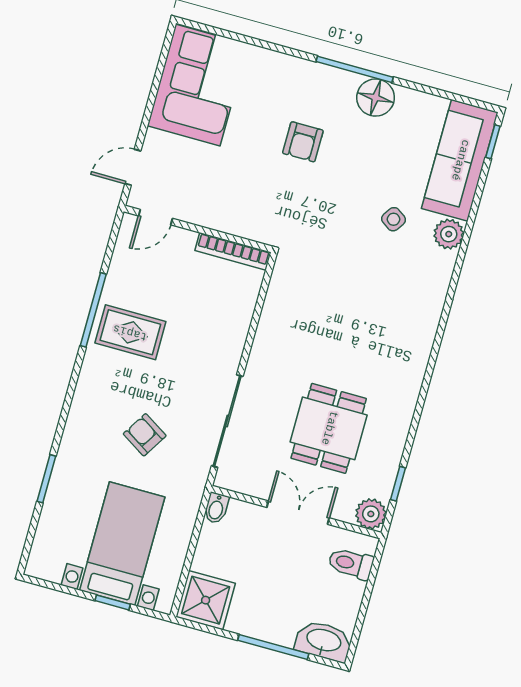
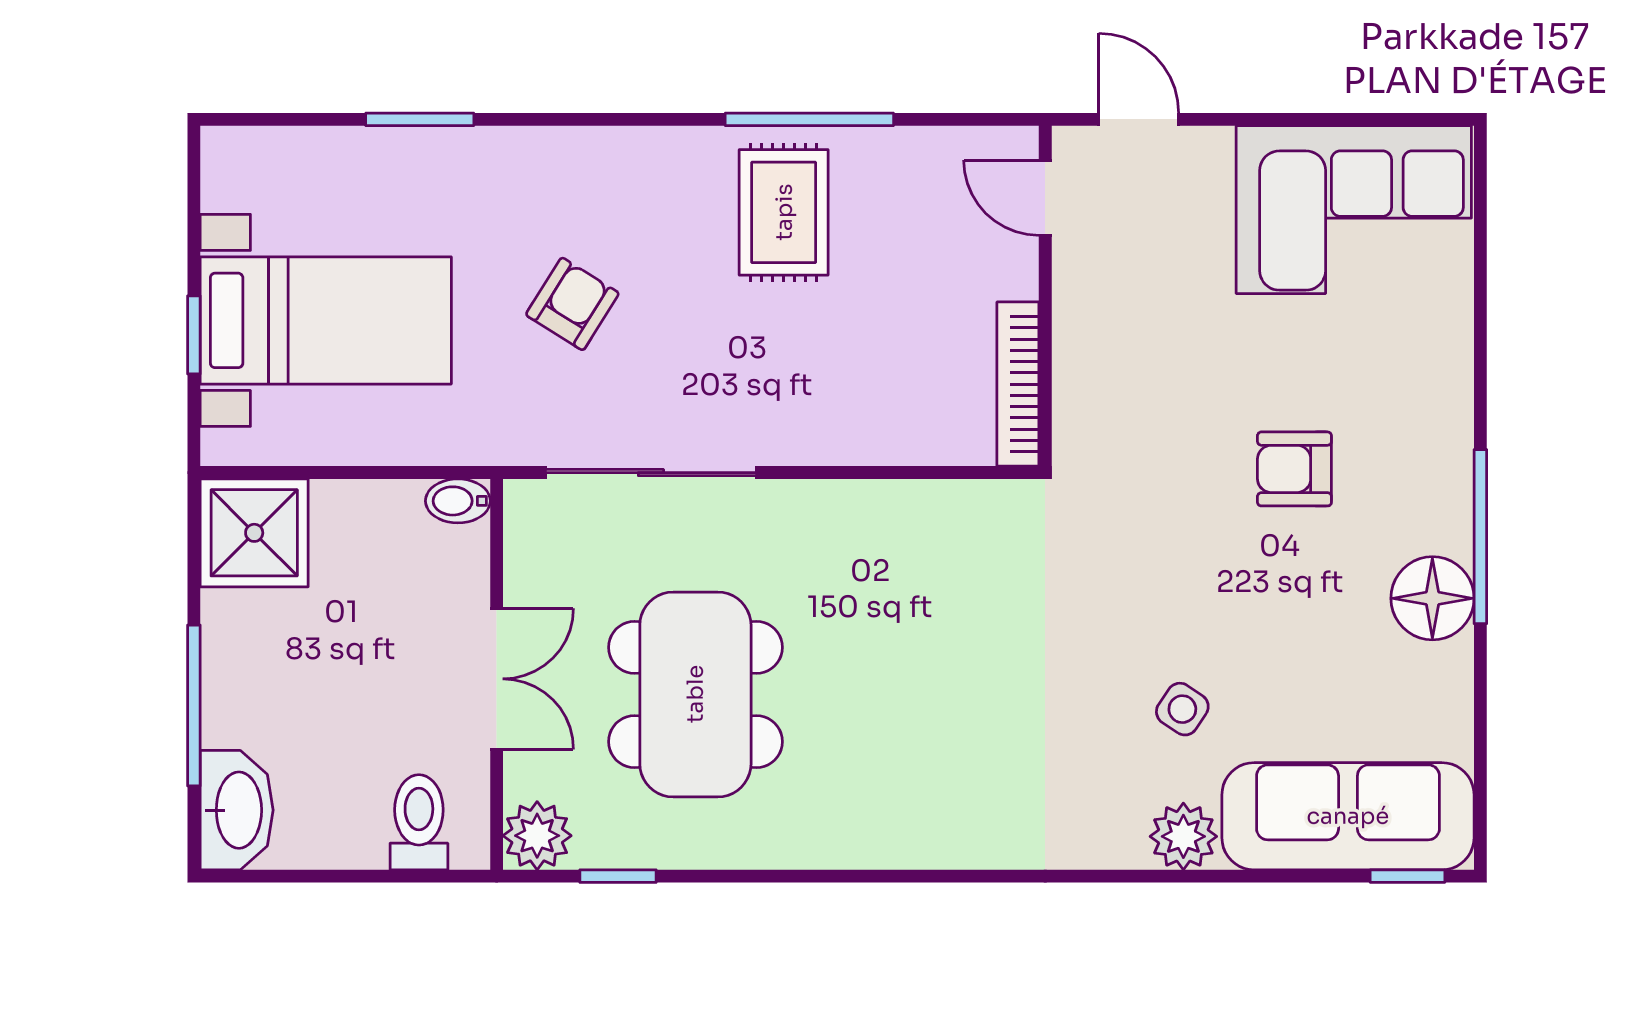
dining table: (329, 428) -> (695, 694), width x1.38

